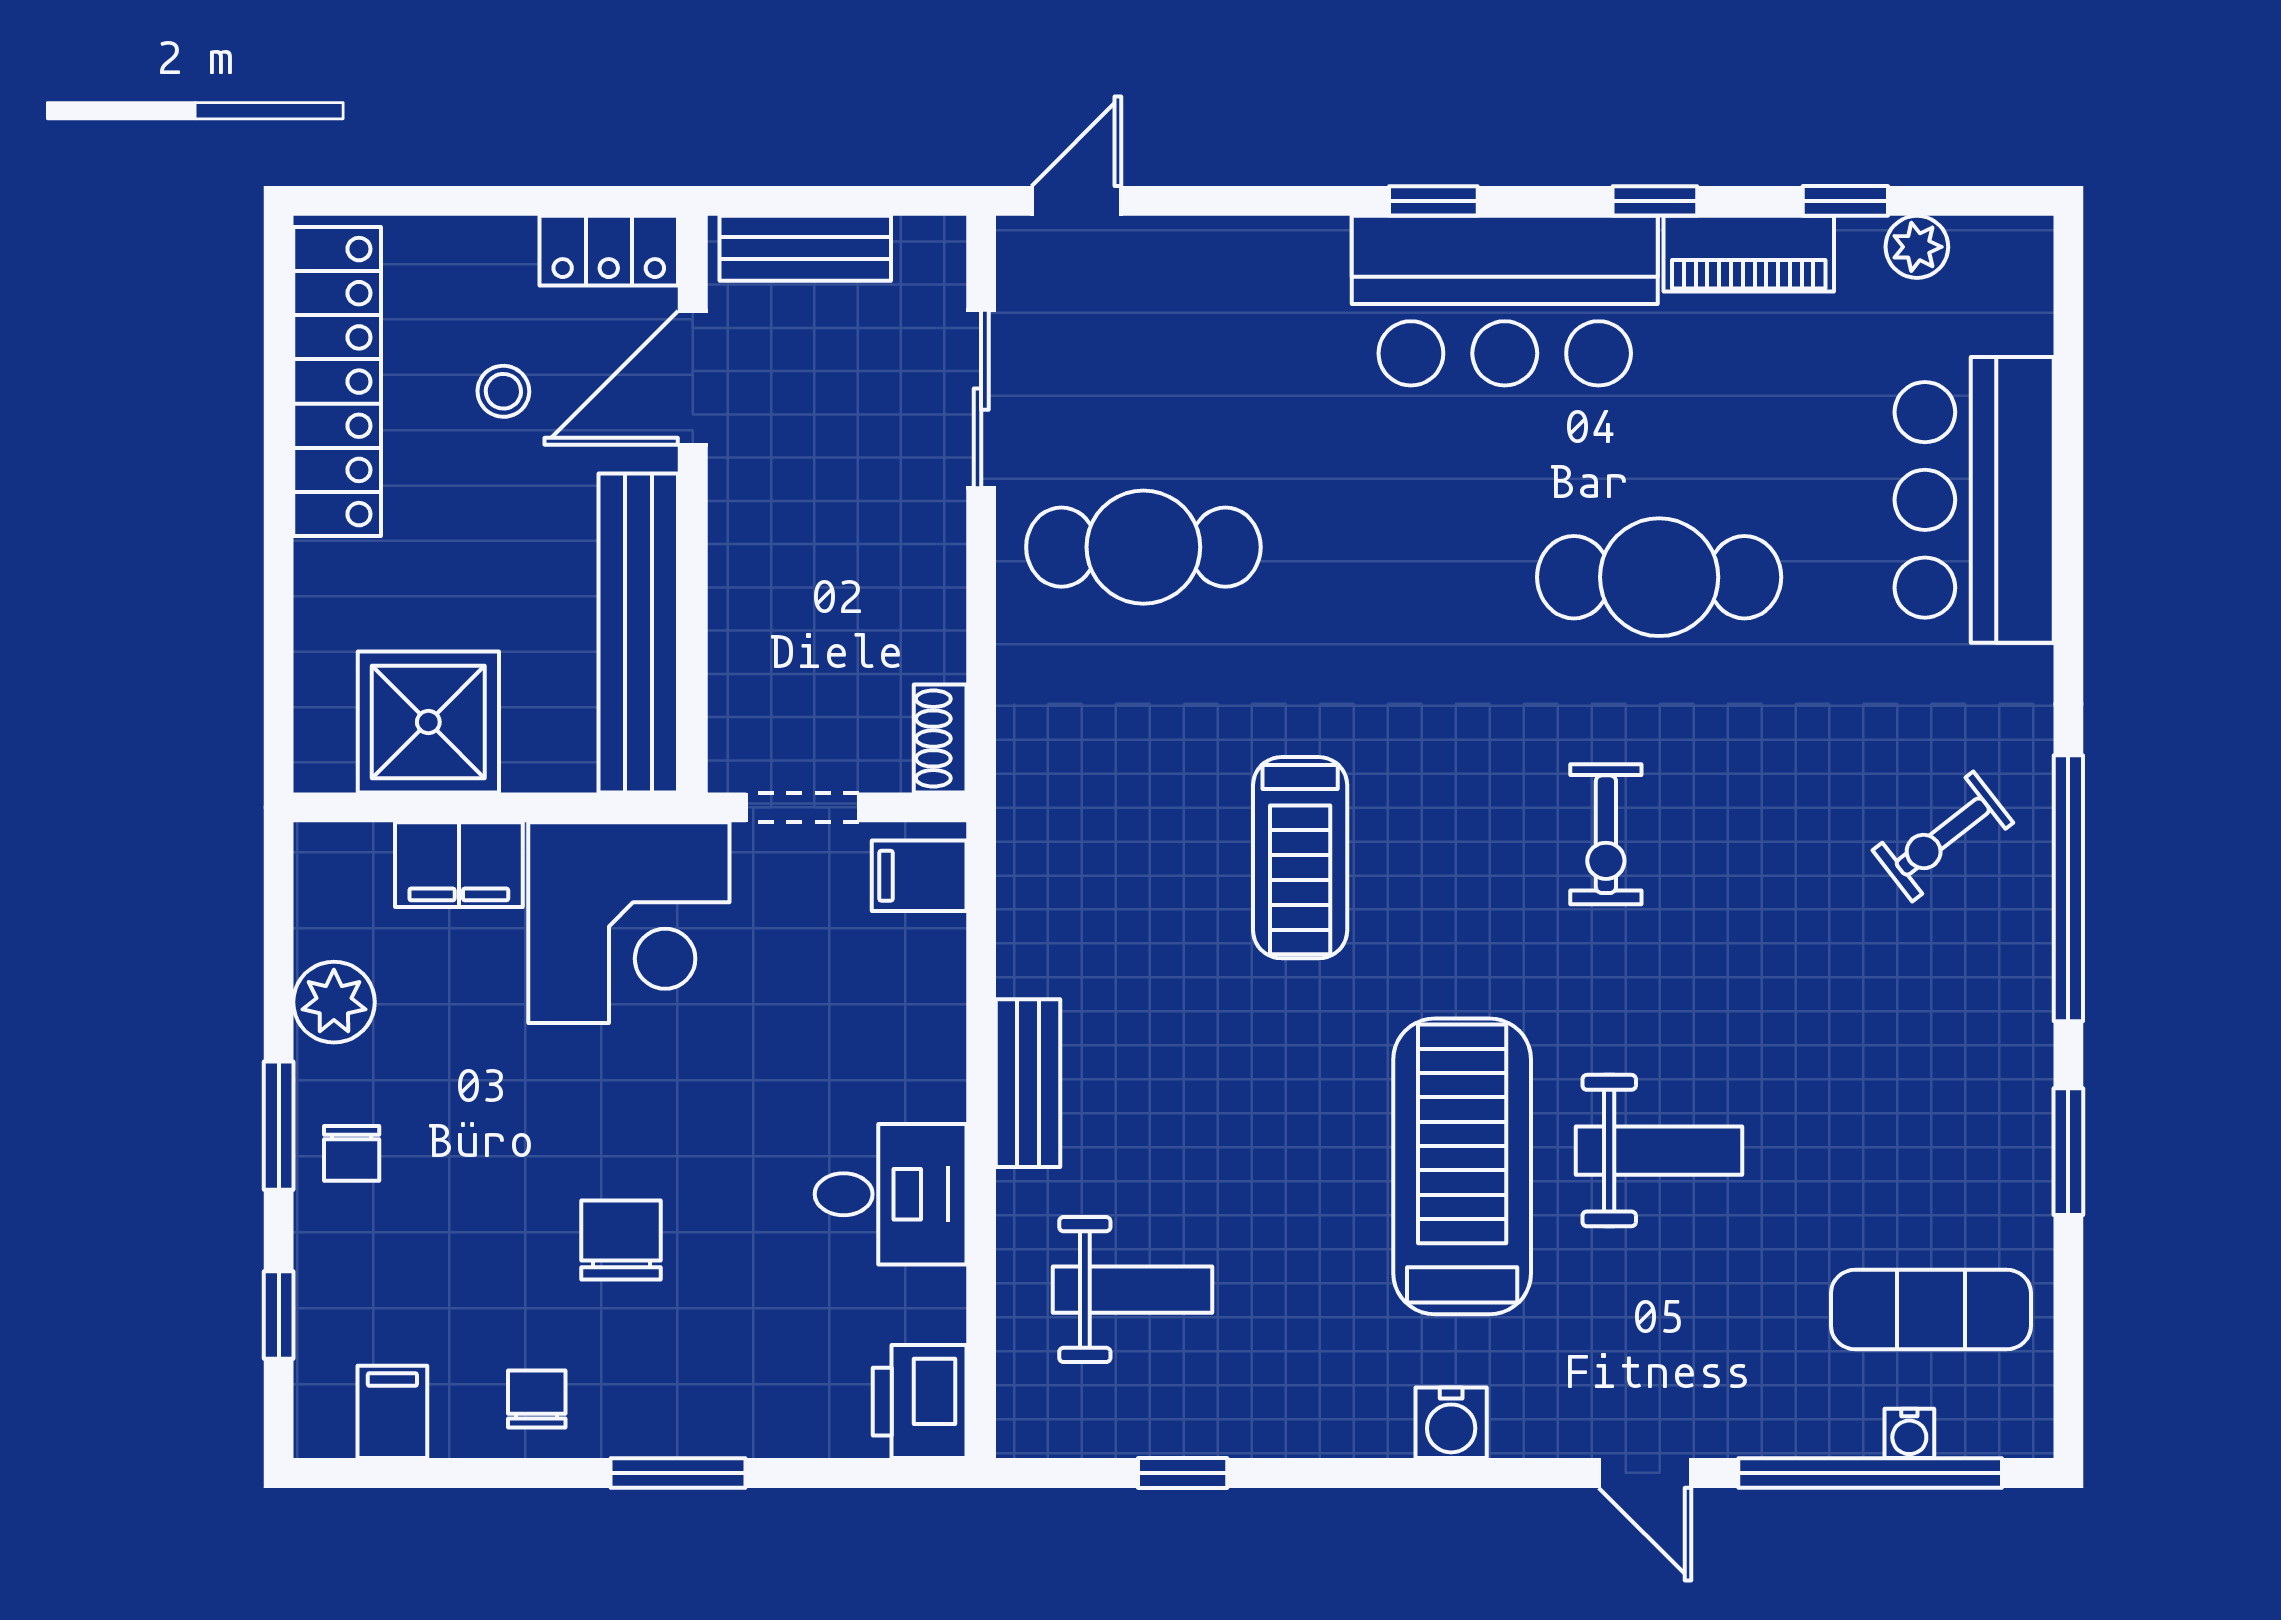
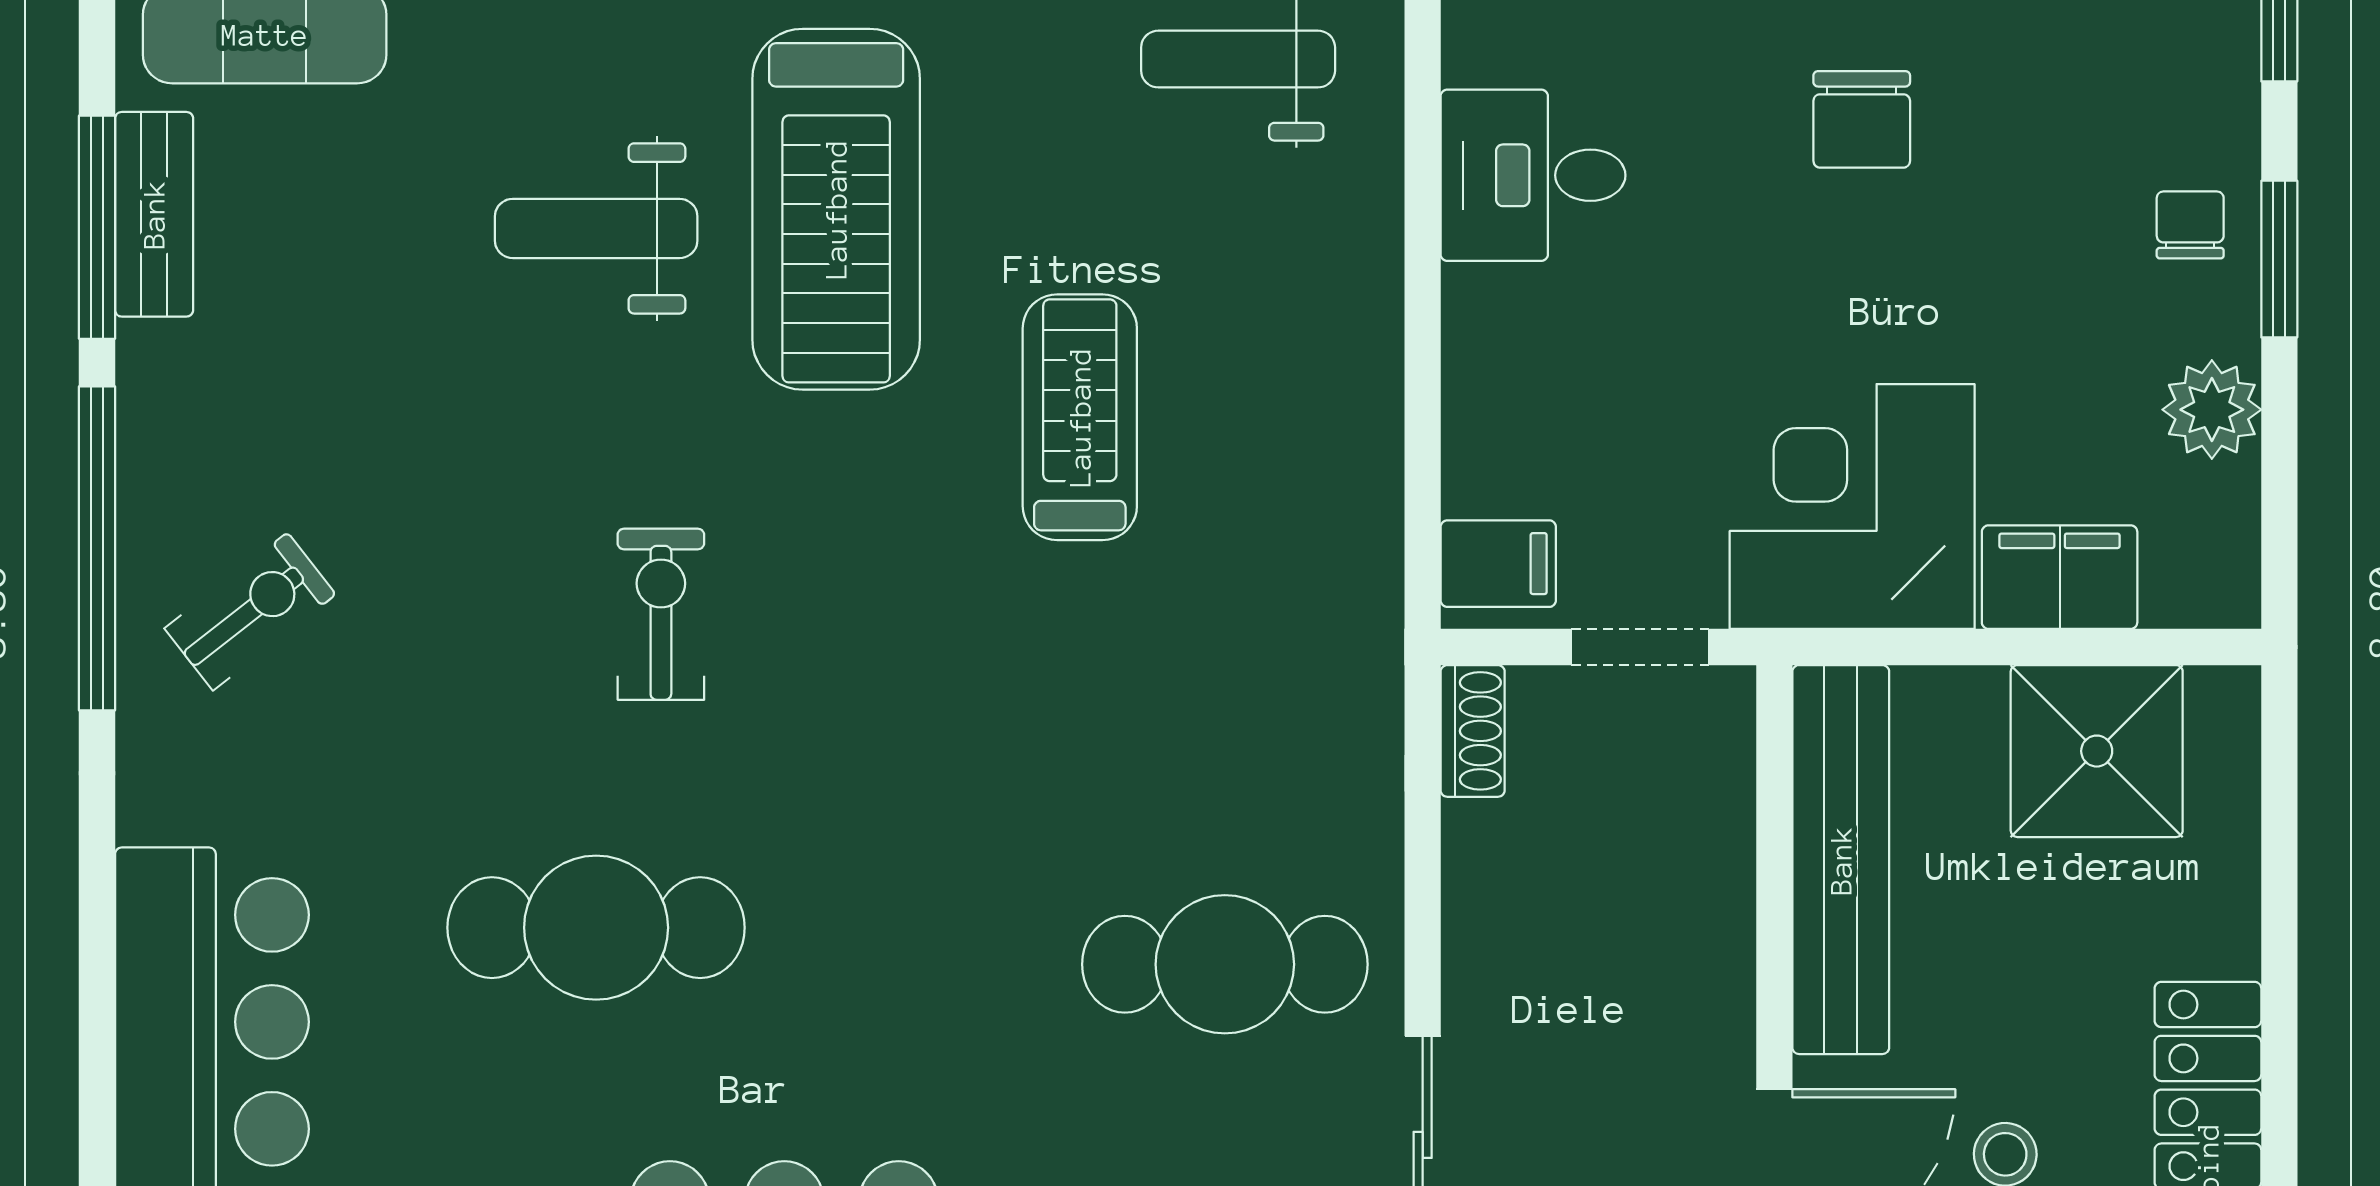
treadmill: (1300, 858) -> (1080, 417), moved
bench: (1028, 1083) -> (154, 214), moved
window: (2068, 1152) -> (97, 227), width x1.44

